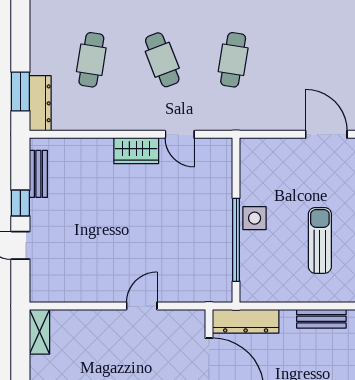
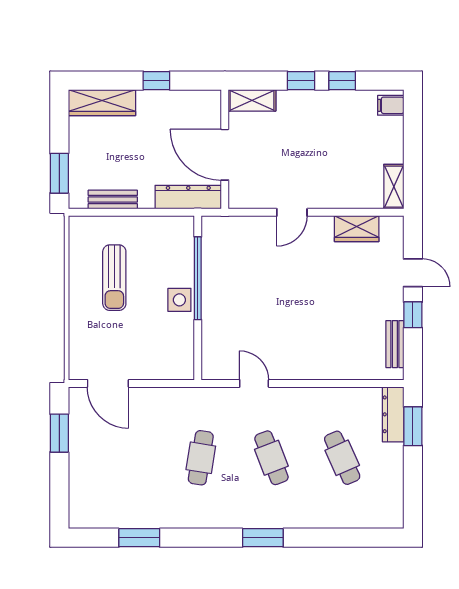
cafe table: (91, 60) -> (342, 458), turned -33
wardrobe: (136, 151) -> (357, 229), moved, turned 180

